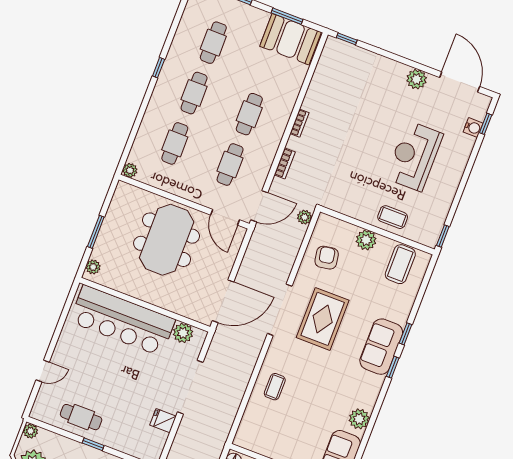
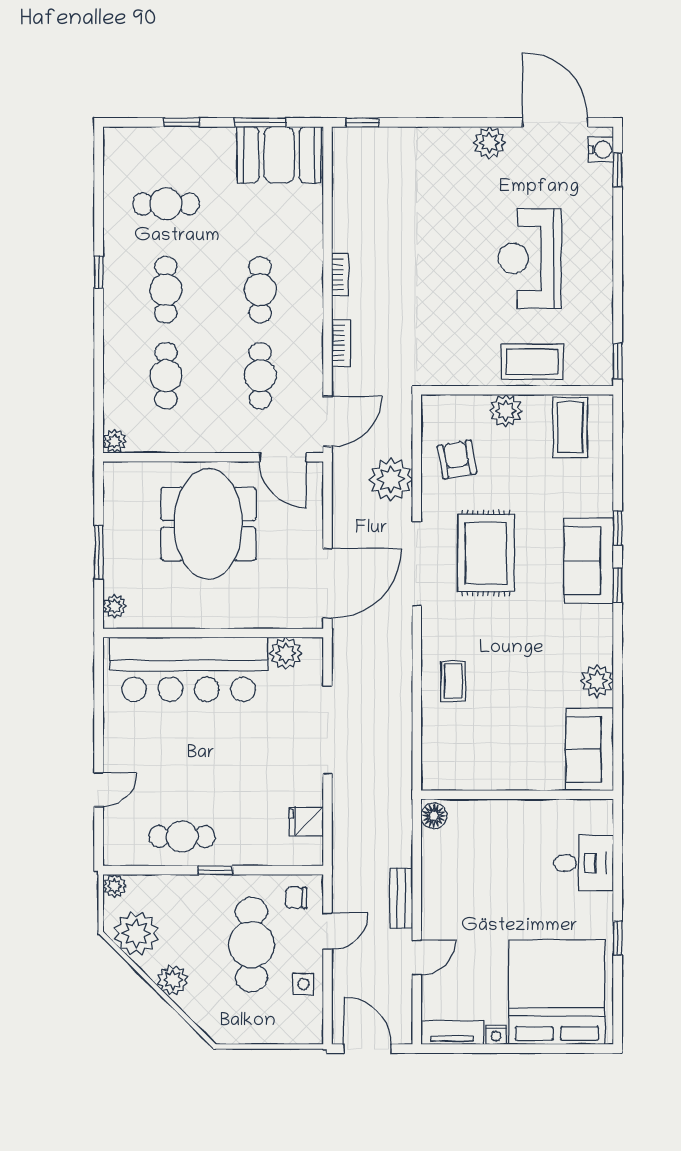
cafe table: (213, 43) -> (166, 204), turned 90
water cooler: (473, 128) -> (601, 150), moved
plant: (304, 217) -> (391, 479), moved, width x1.88, depth x1.88
coffee table: (393, 217) -> (532, 362), width x1.36, depth x1.30
fridge: (163, 421) -> (306, 821), moved

